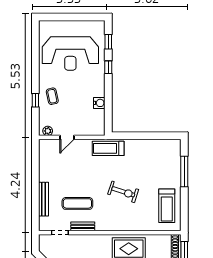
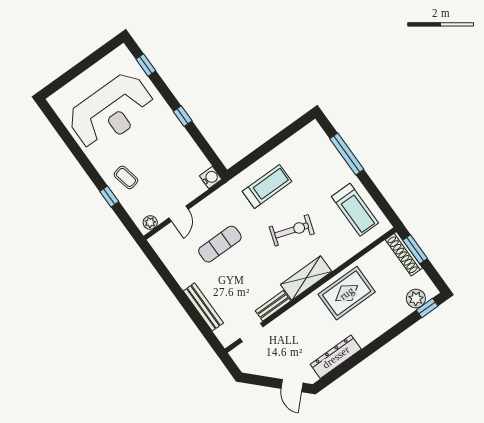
window: (108, 67) -> (183, 116), moved
water cooler: (99, 103) -> (211, 178), moved
treadmill: (108, 148) -> (267, 186), moved, turned 180
exercise mat: (77, 203) -> (220, 244), moved
shelving: (112, 224) -> (306, 278), added

